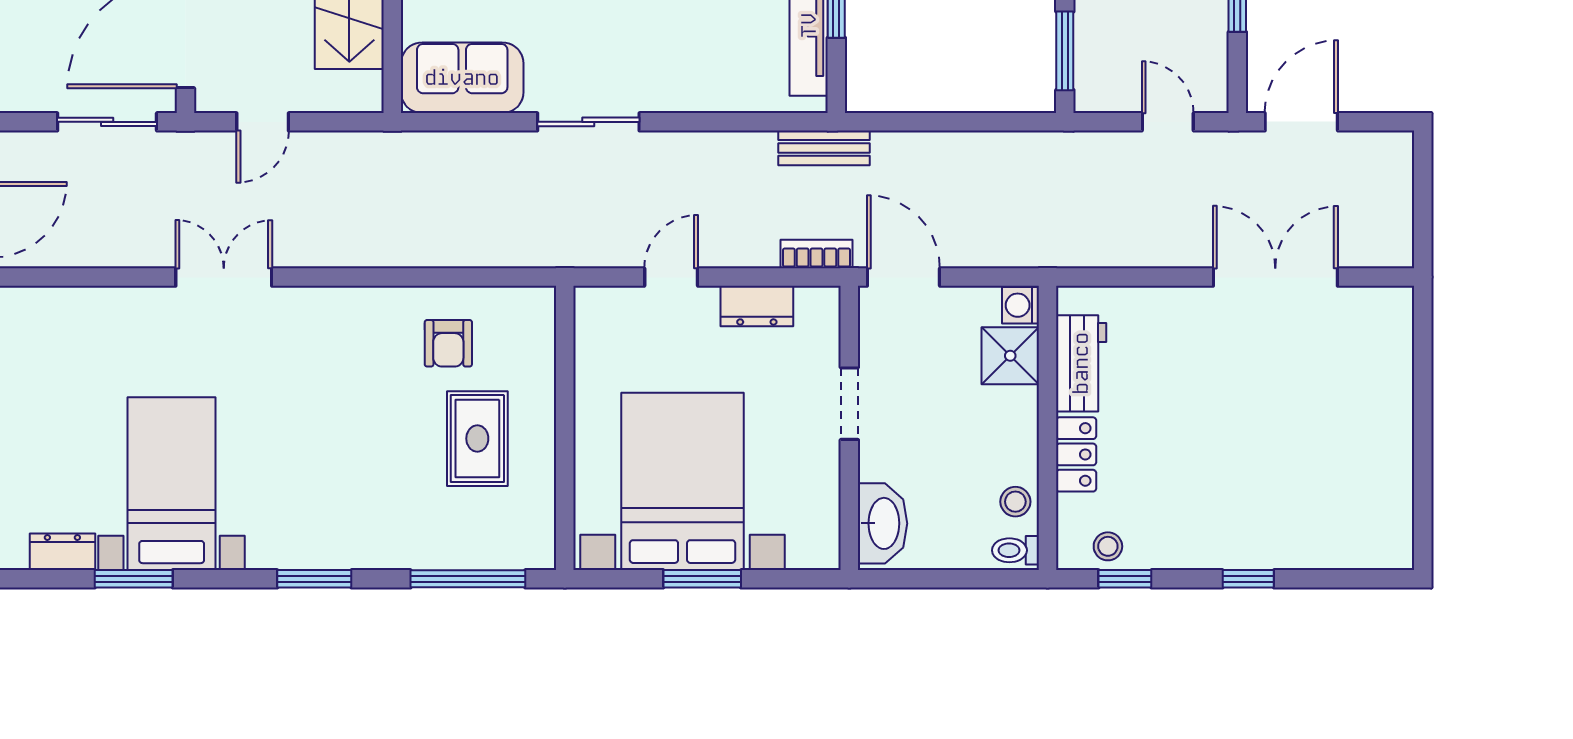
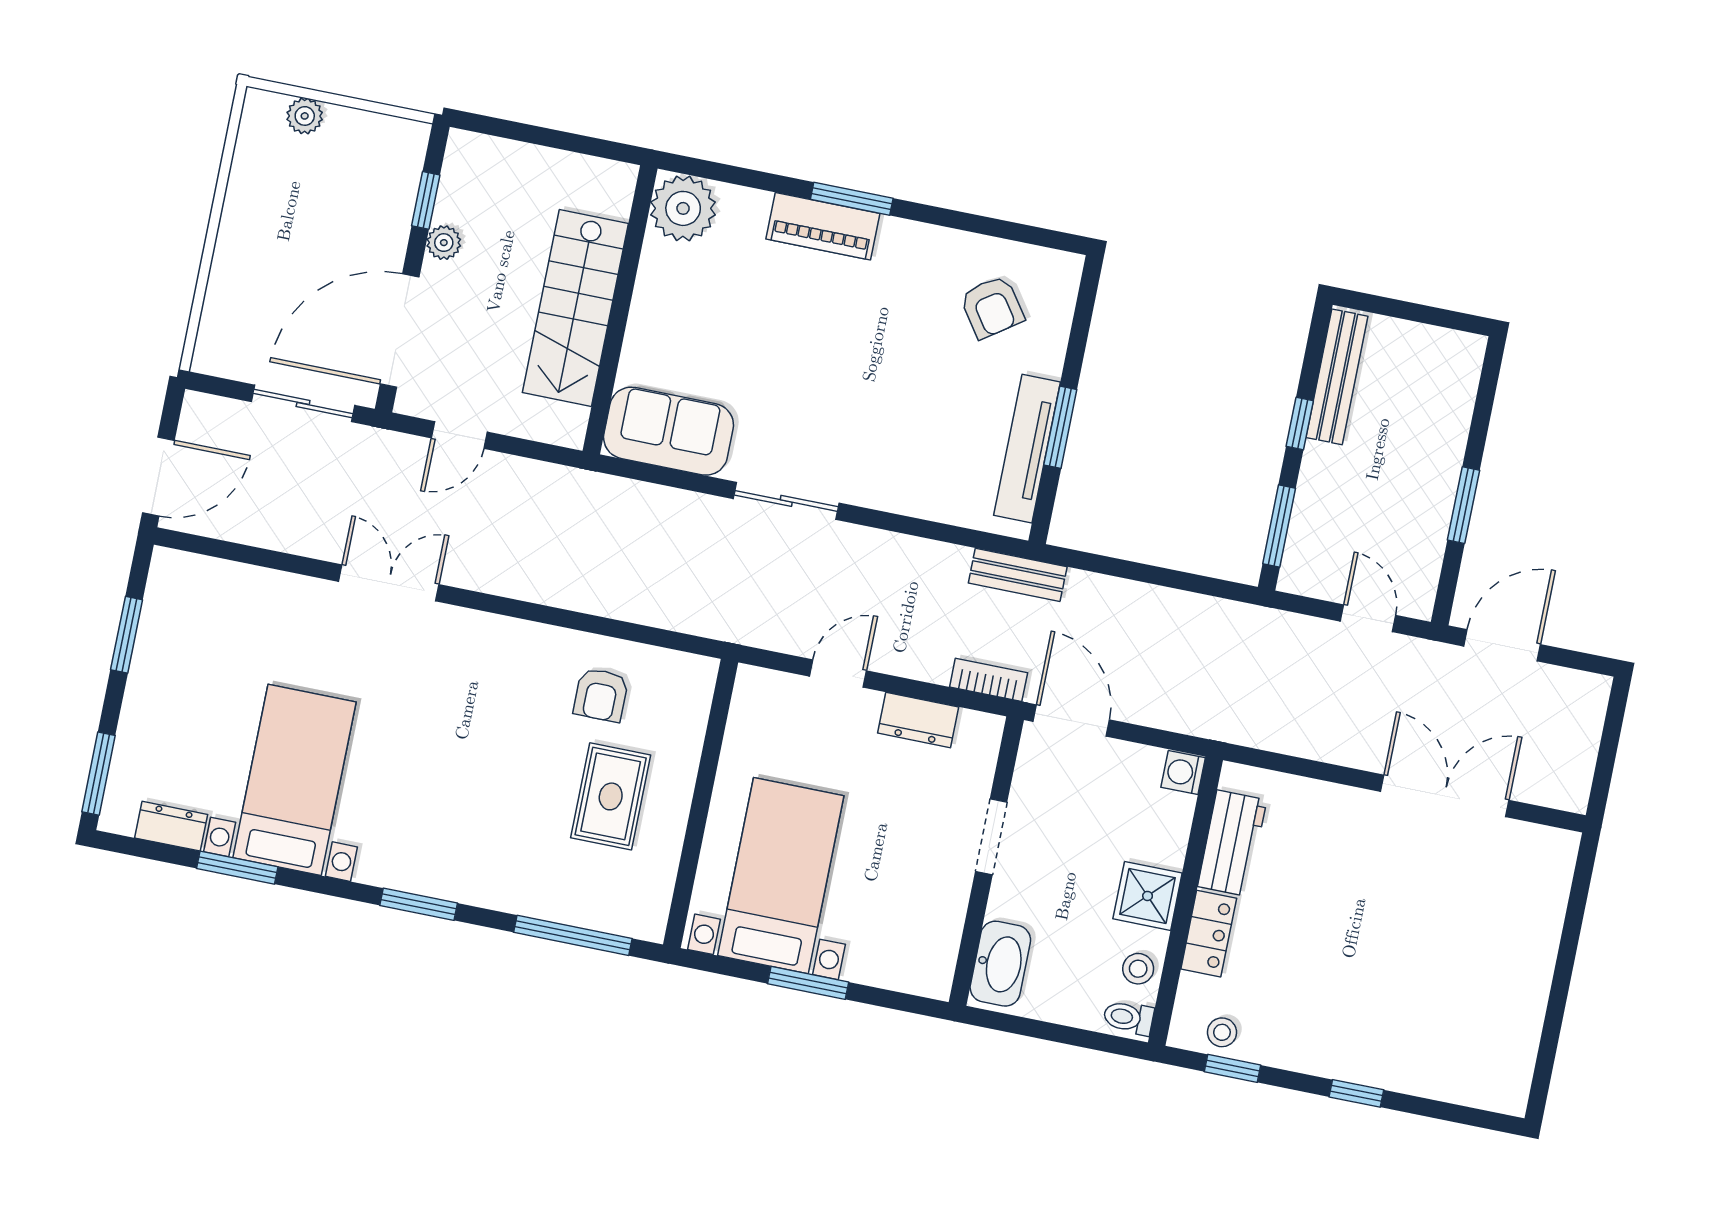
shower: (1010, 356) -> (1148, 896), moved
bed with nightstands: (683, 481) -> (781, 876), width x0.73

